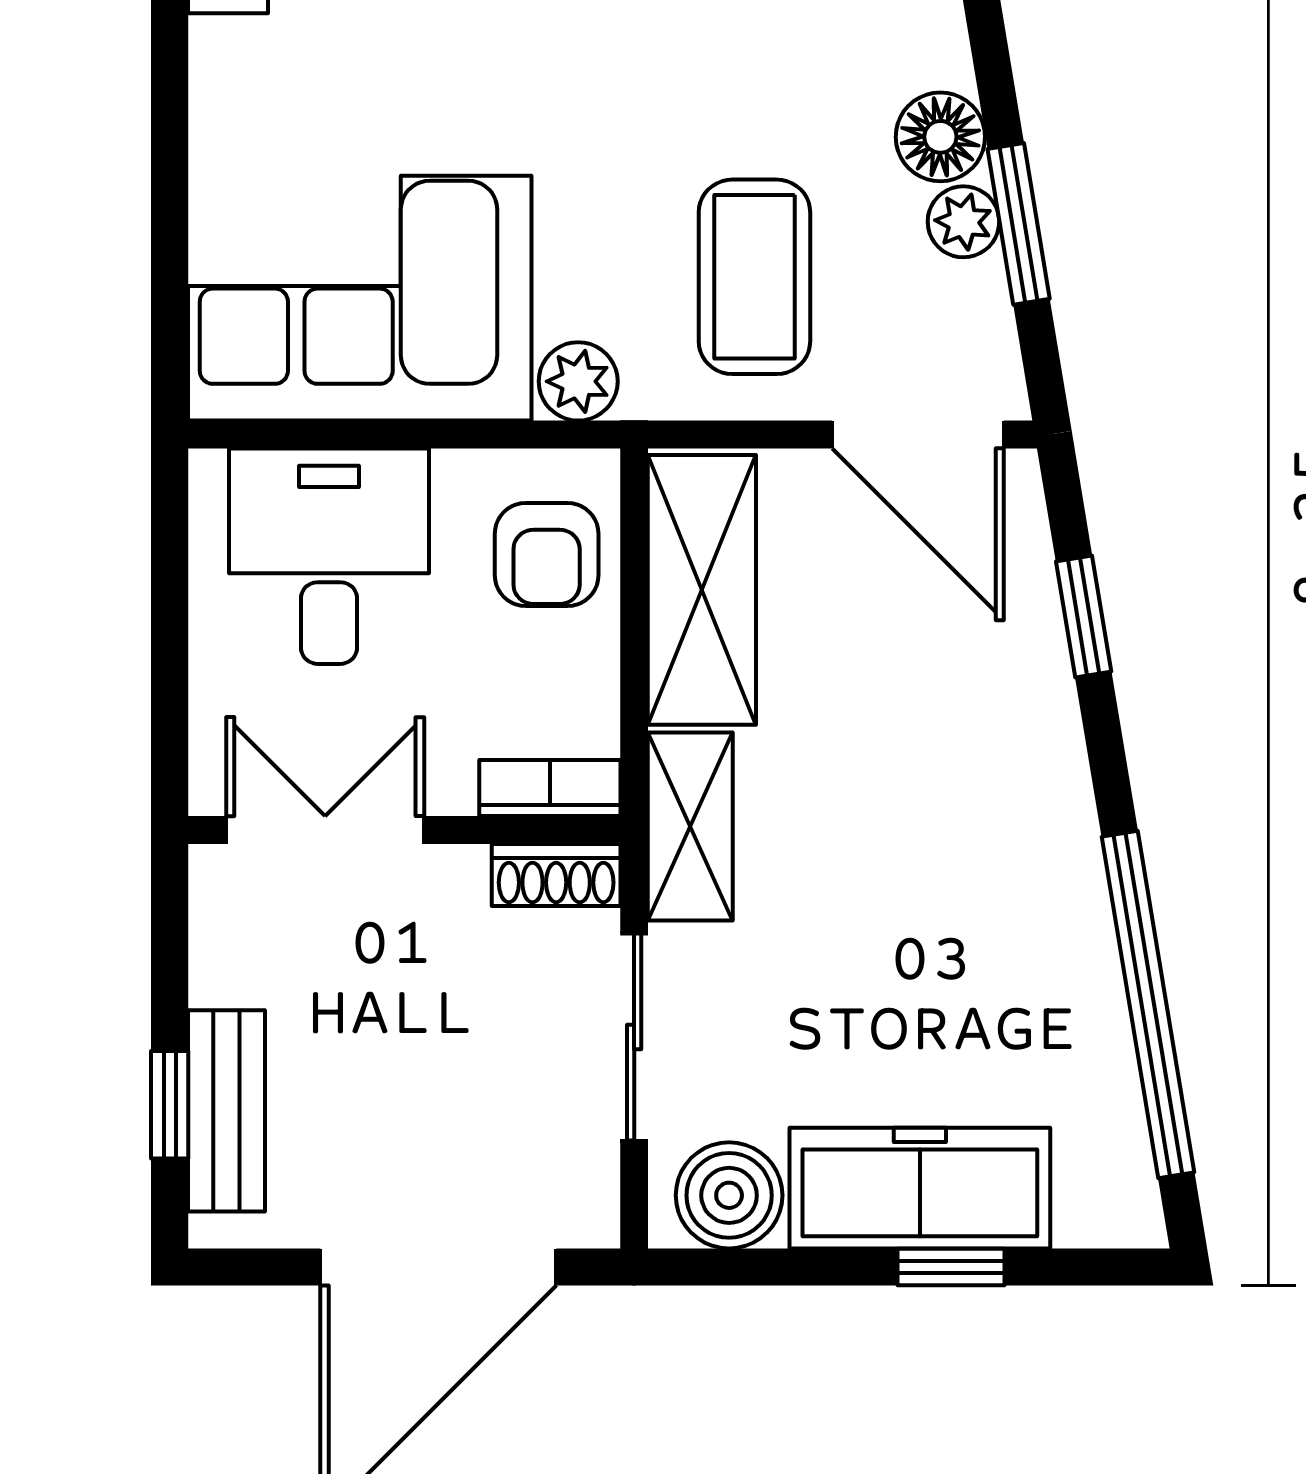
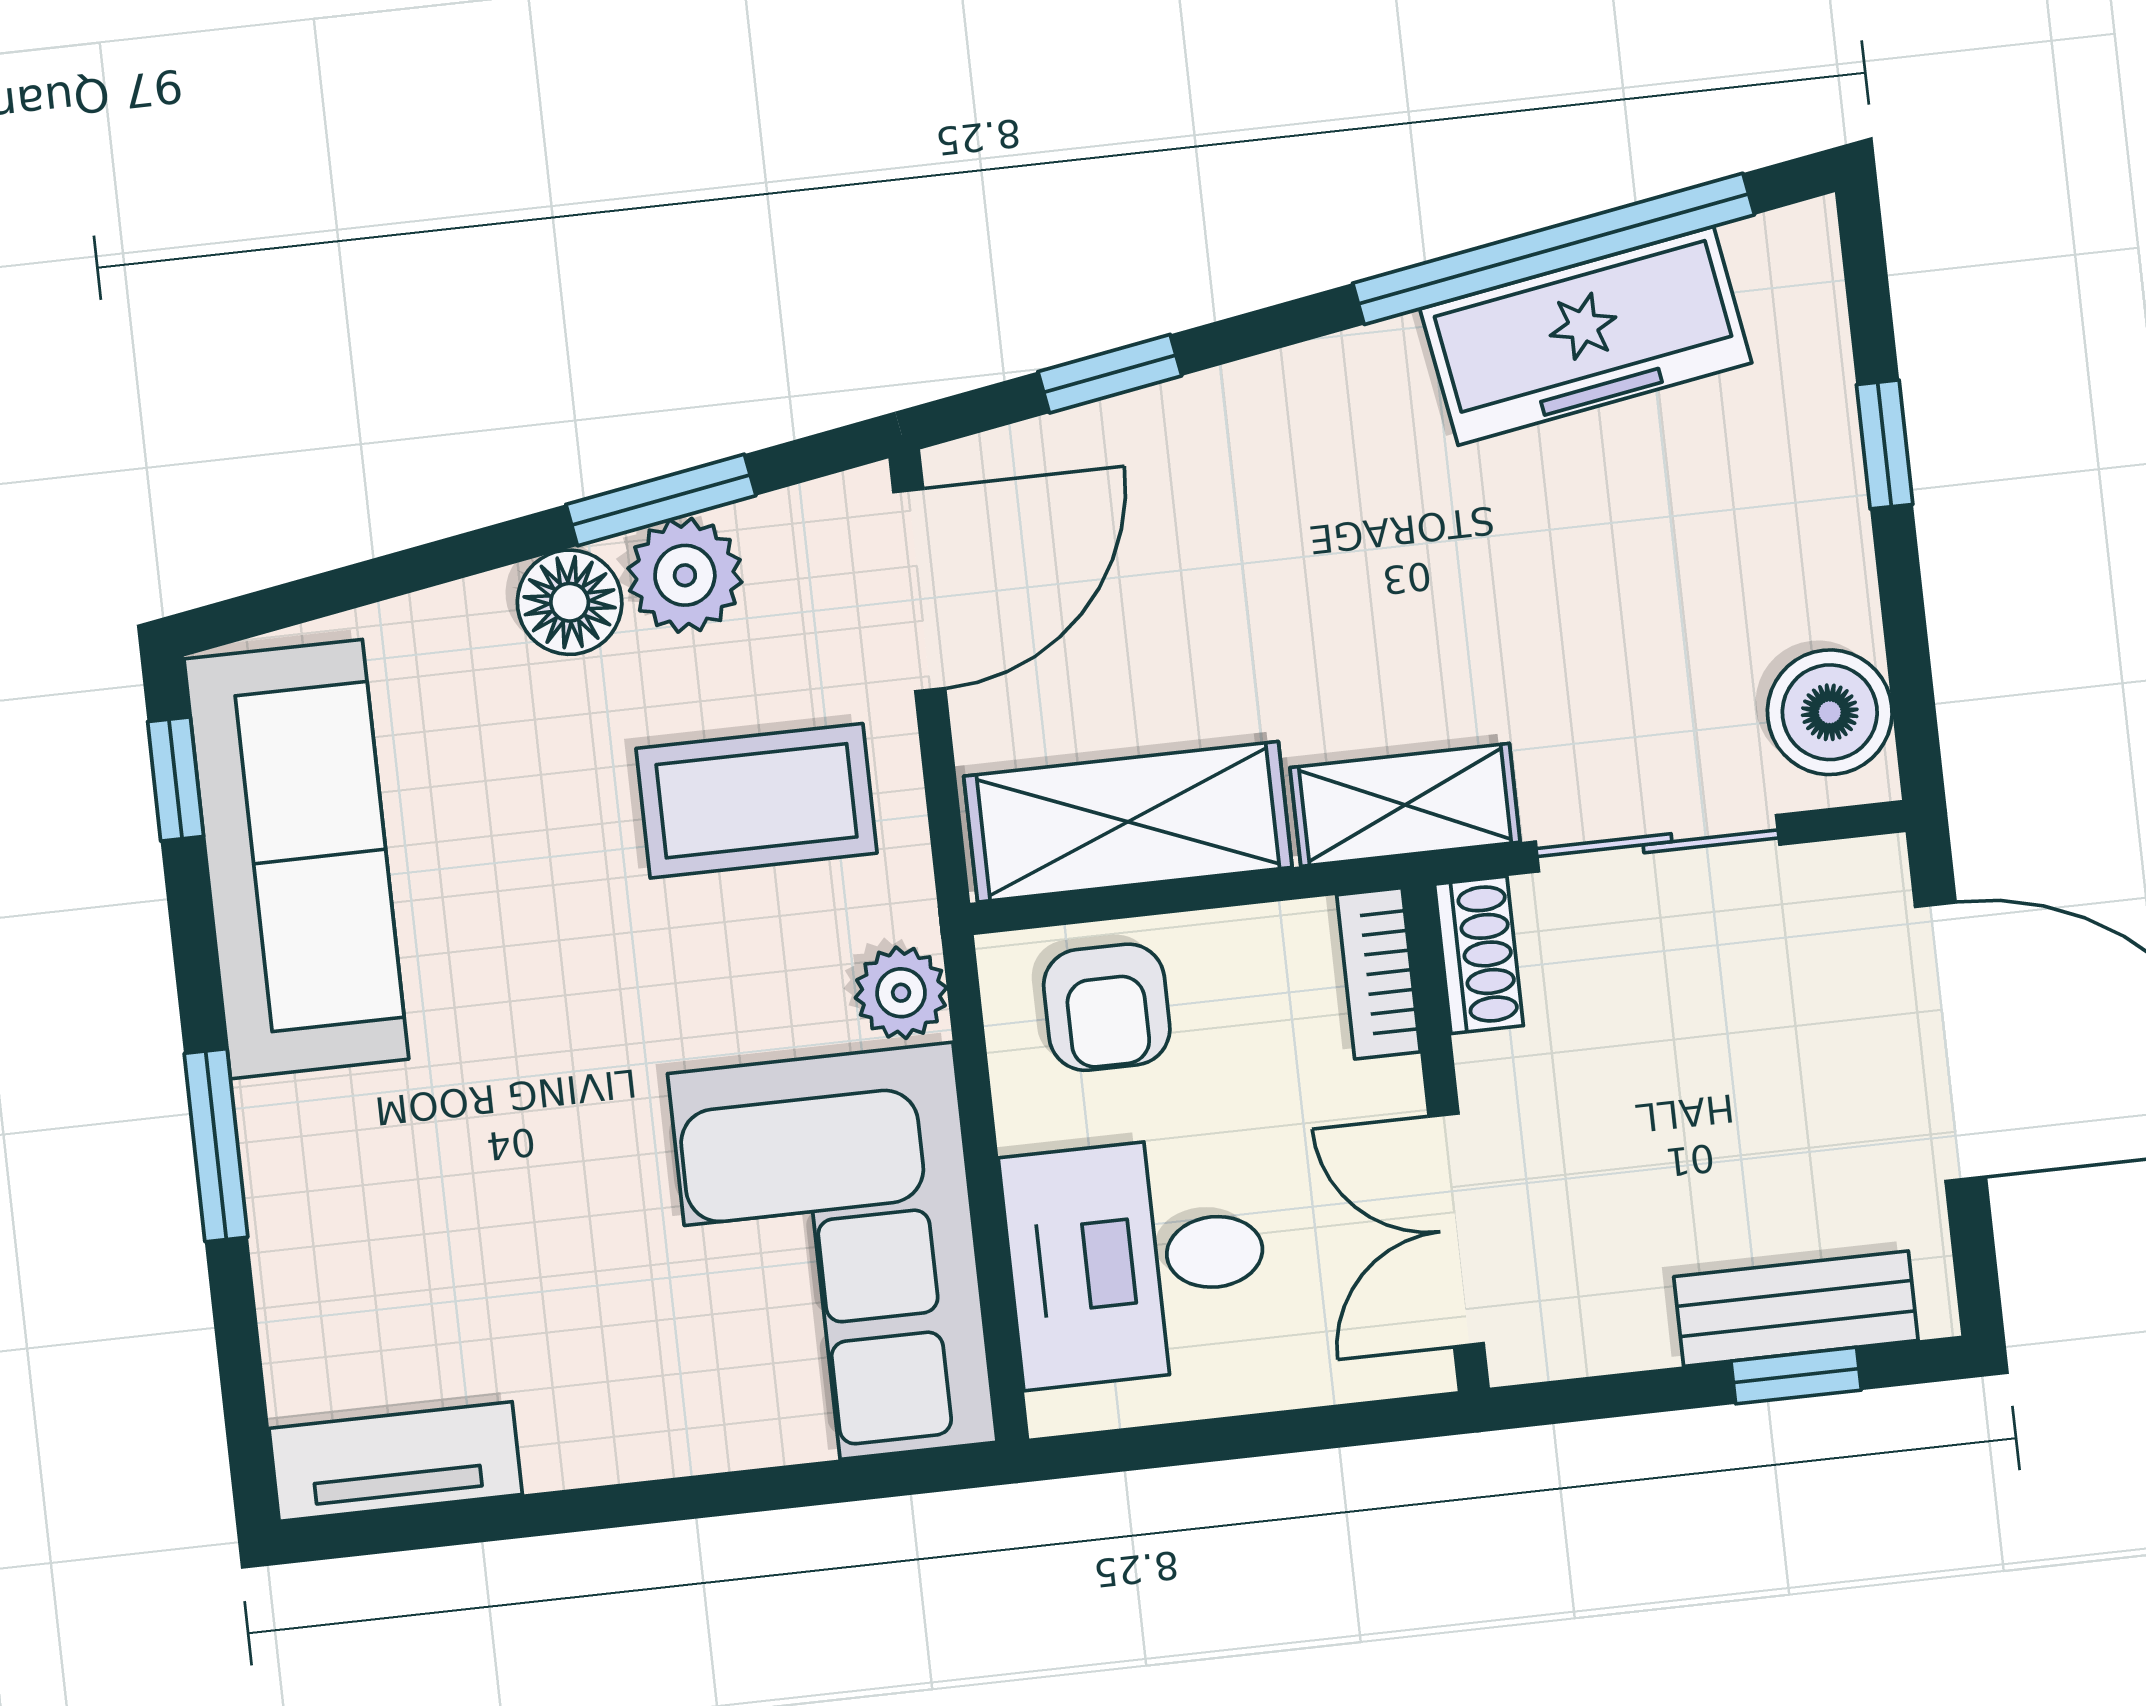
plant: (963, 222) -> (685, 575), width x1.38, depth x1.38
armchair: (547, 555) -> (1107, 1007), turned 90
freezer: (920, 1188) -> (1586, 336), moved, turned -99

